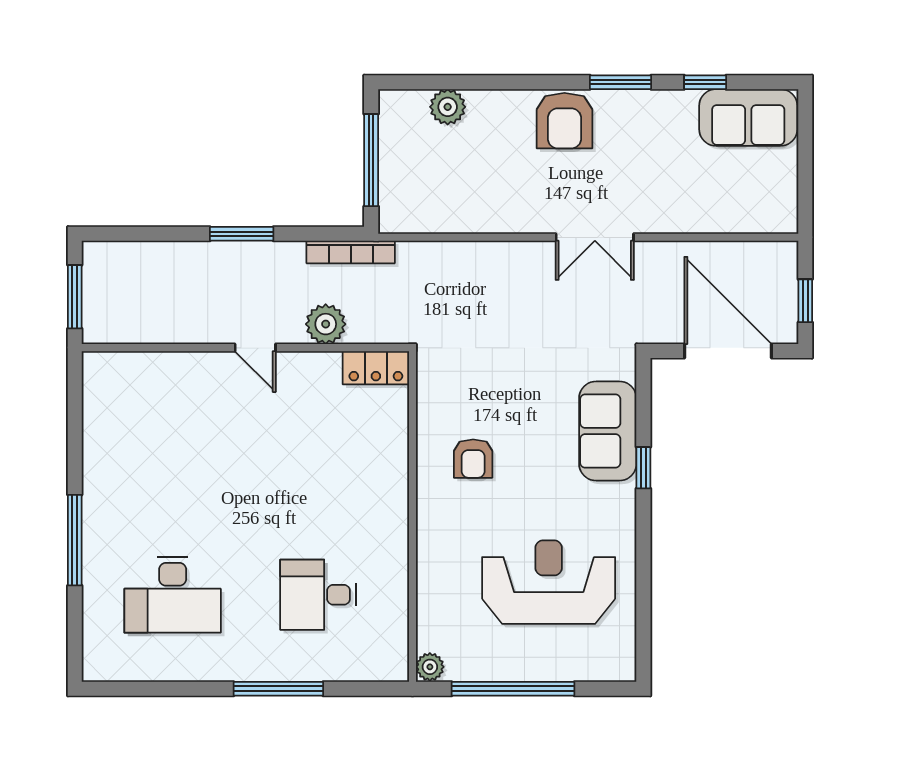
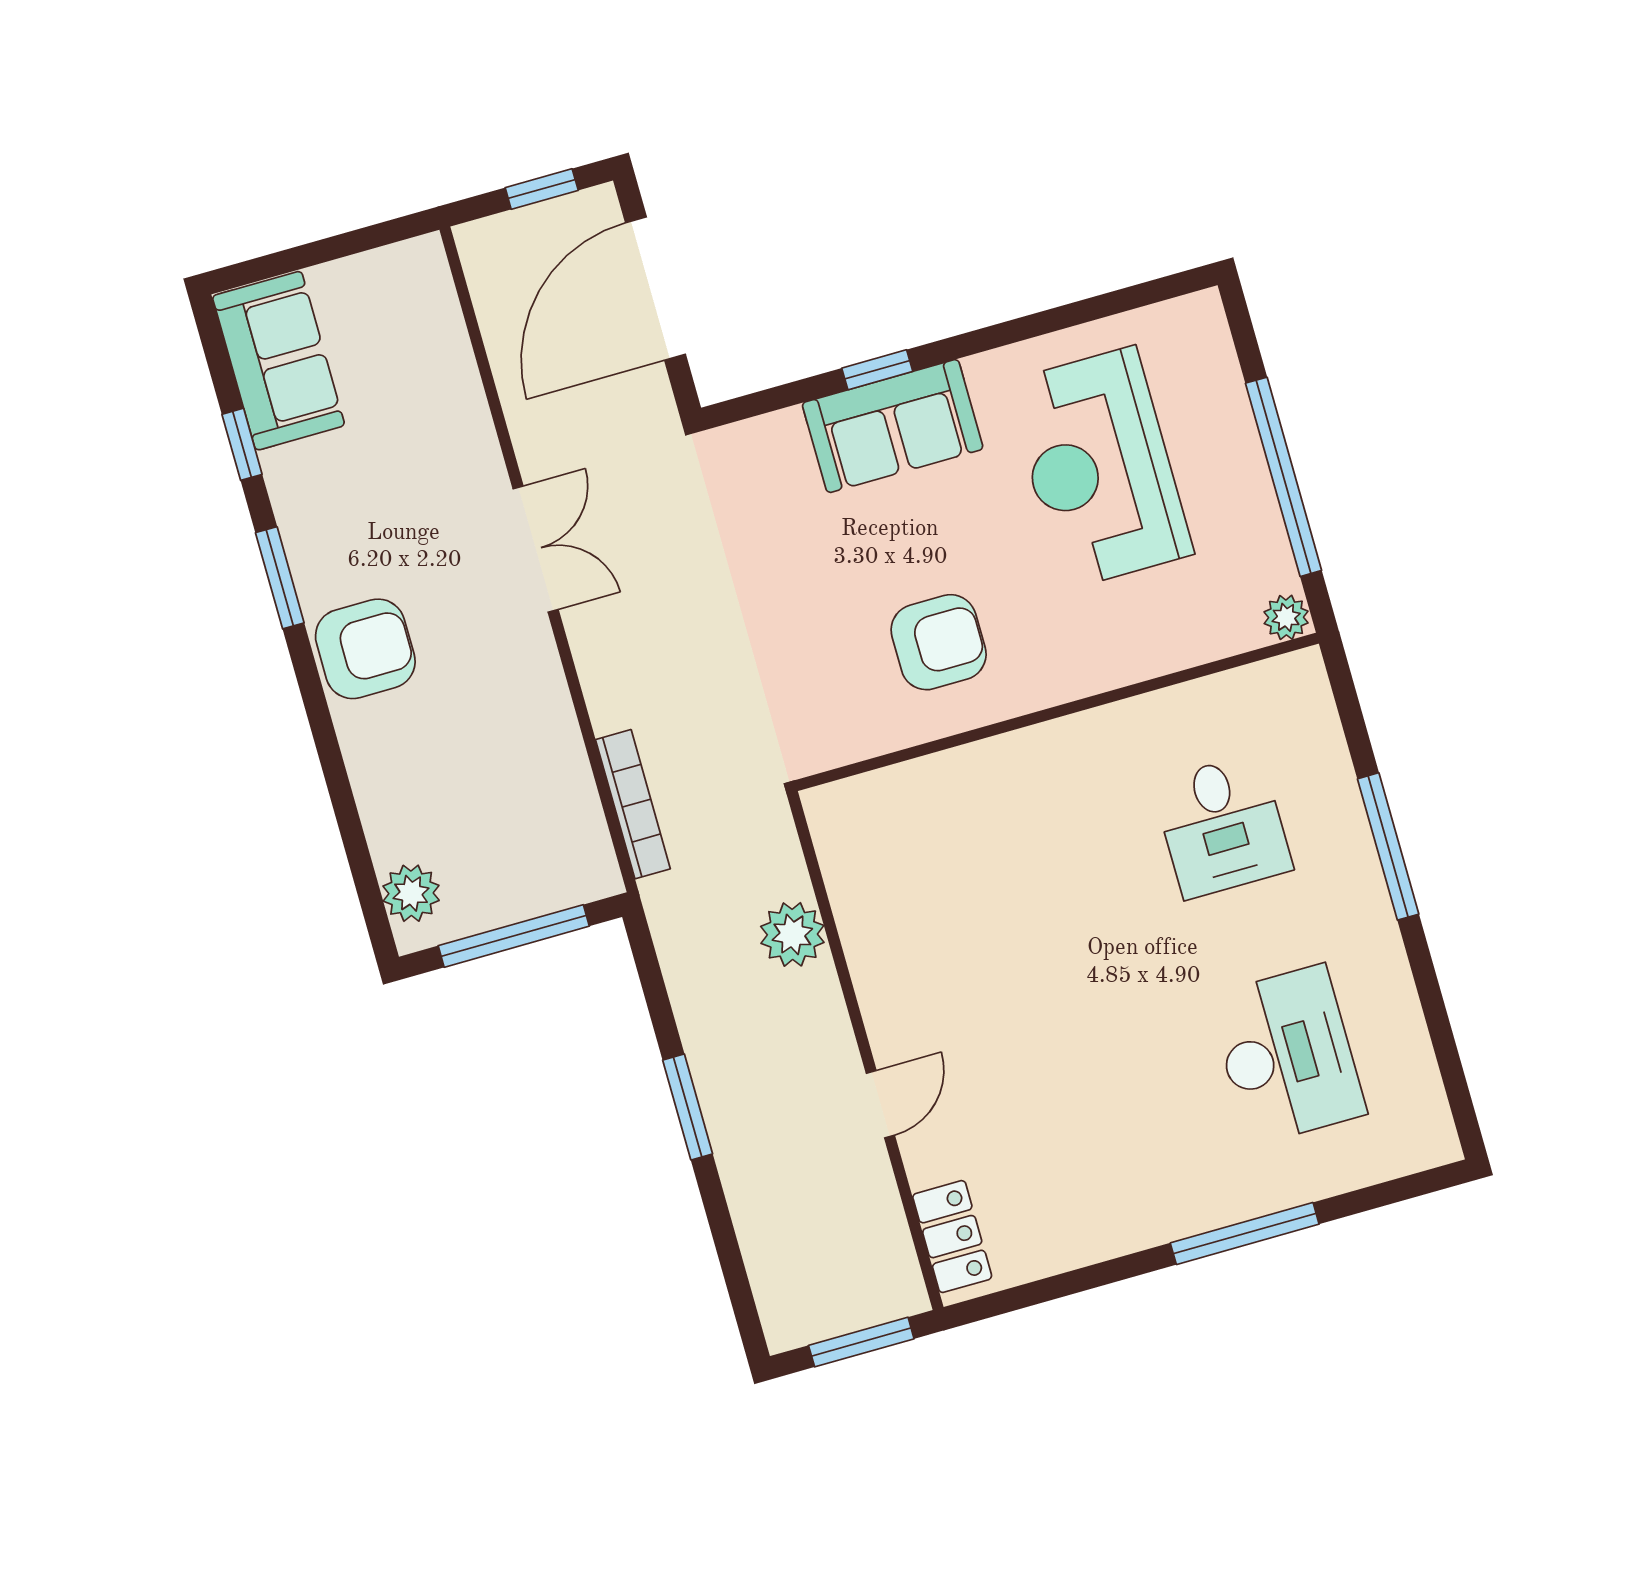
plant: (448, 107) -> (411, 893), moved
bookcase: (351, 252) -> (633, 804), moved
door: (255, 348) -> (880, 1104), moved
locker: (376, 368) -> (952, 1237), moved
sofa: (608, 431) -> (893, 426), moved
armchair: (473, 459) -> (939, 642), width x1.38, depth x1.38

